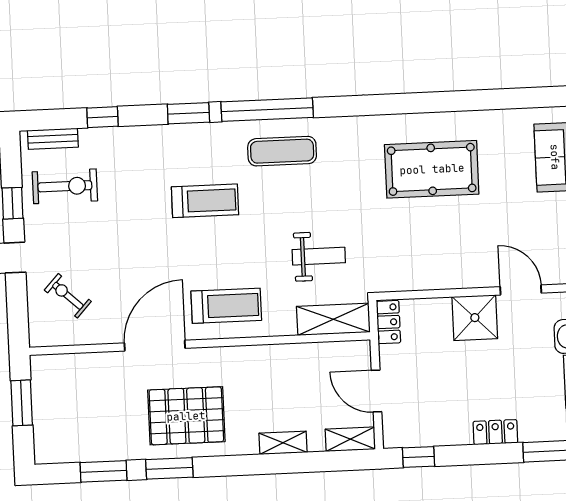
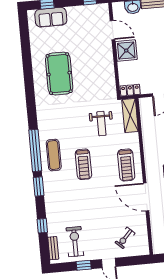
exercise mat: (282, 151) -> (54, 155), moved
treadmill: (205, 201) -> (83, 164), moved, turned 180
weight bench: (319, 256) -> (101, 124), turned 180
door: (521, 290) -> (113, 30), swing flipped
treadmill: (226, 306) -> (126, 165), turned 180

